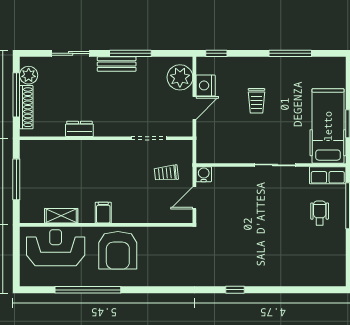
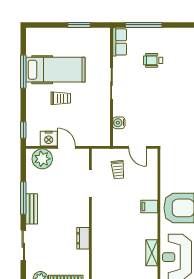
hospital bed: (328, 126) -> (55, 70), moved, turned 180
water cooler: (204, 174) -> (119, 123), moved
filing cabinet: (103, 213) -> (149, 206), moved
wheelchair: (320, 213) -> (153, 60), moved

